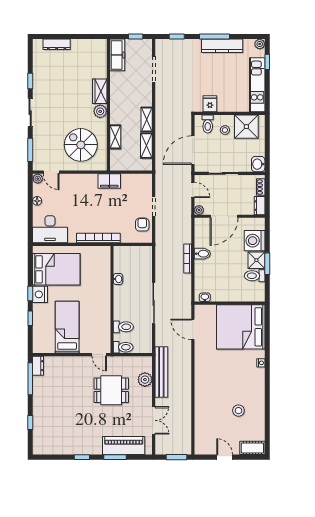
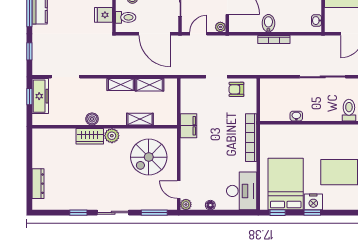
freezer: (117, 55) -> (40, 96), moved, turned 90
boiler: (115, 93) -> (92, 119), added
door: (51, 172) -> (179, 190), swing flipped
window: (30, 318) -> (278, 213), moved

